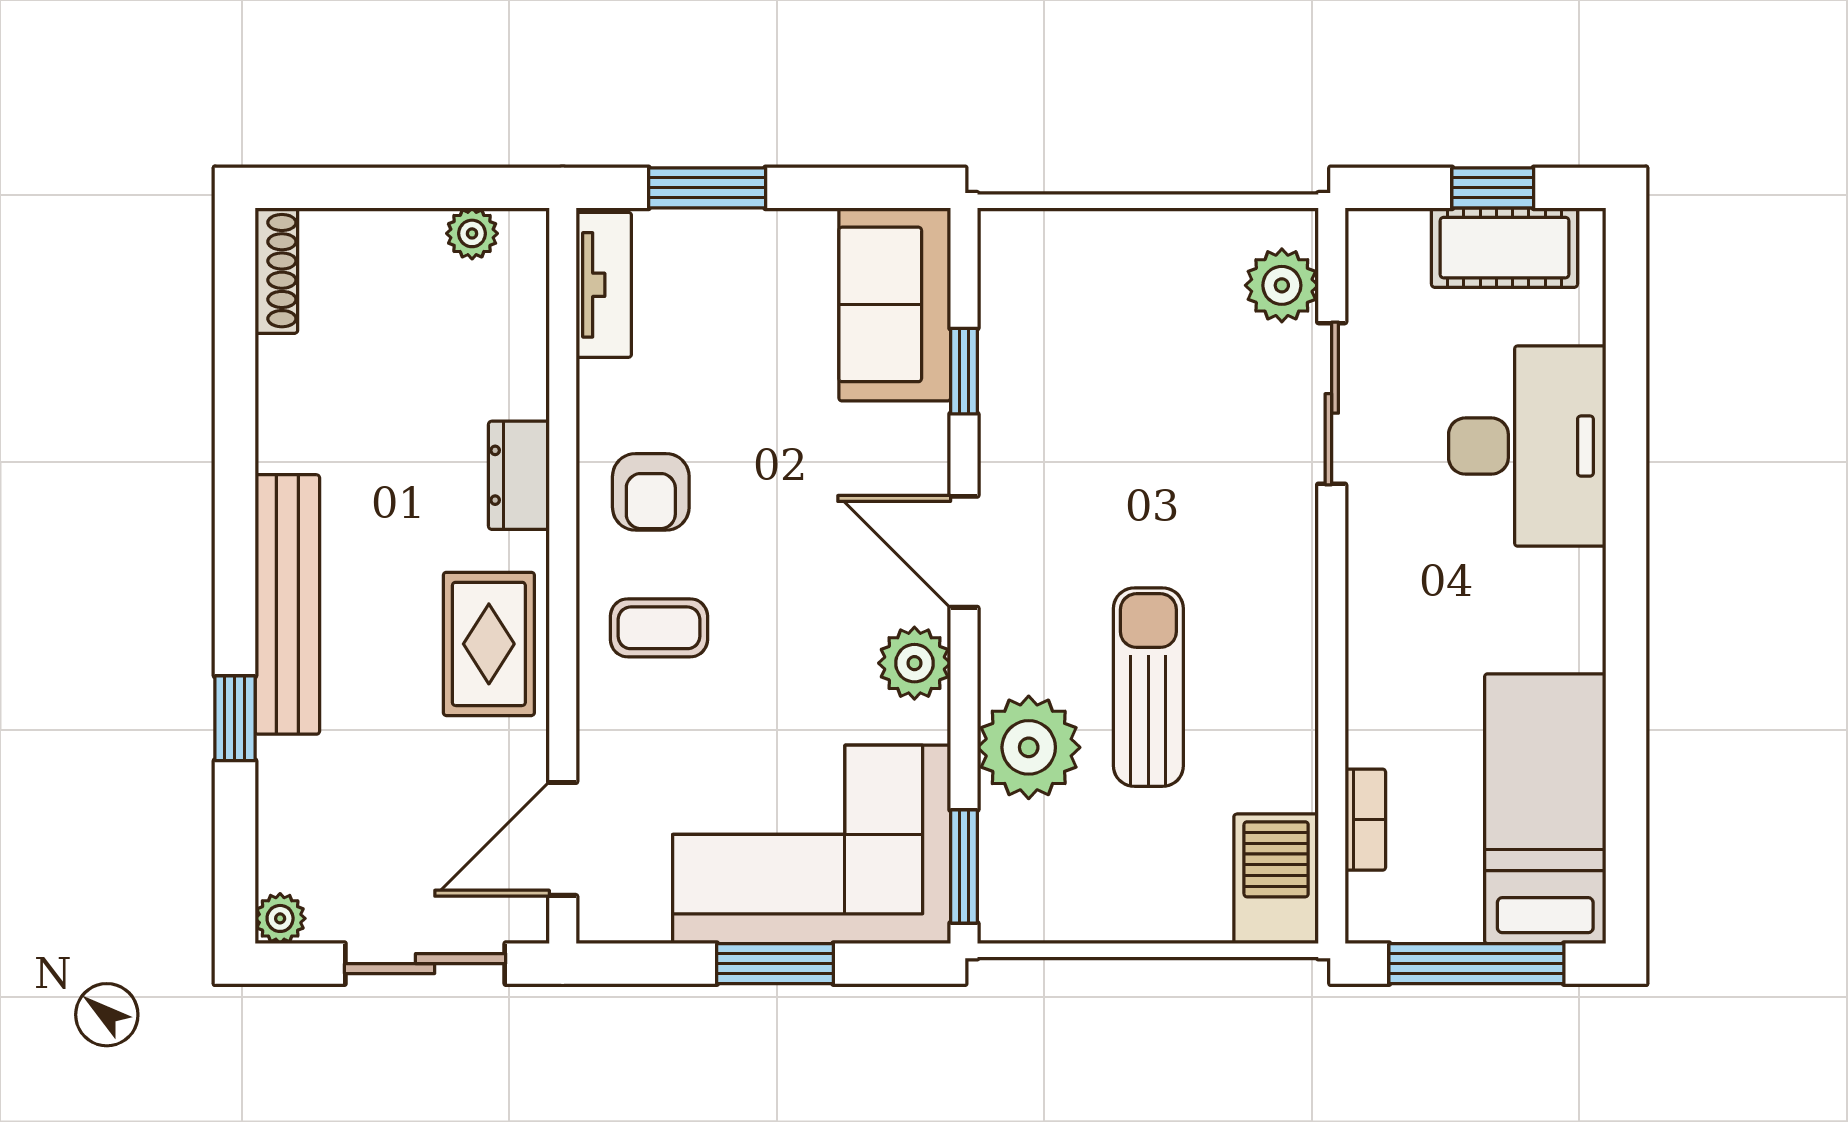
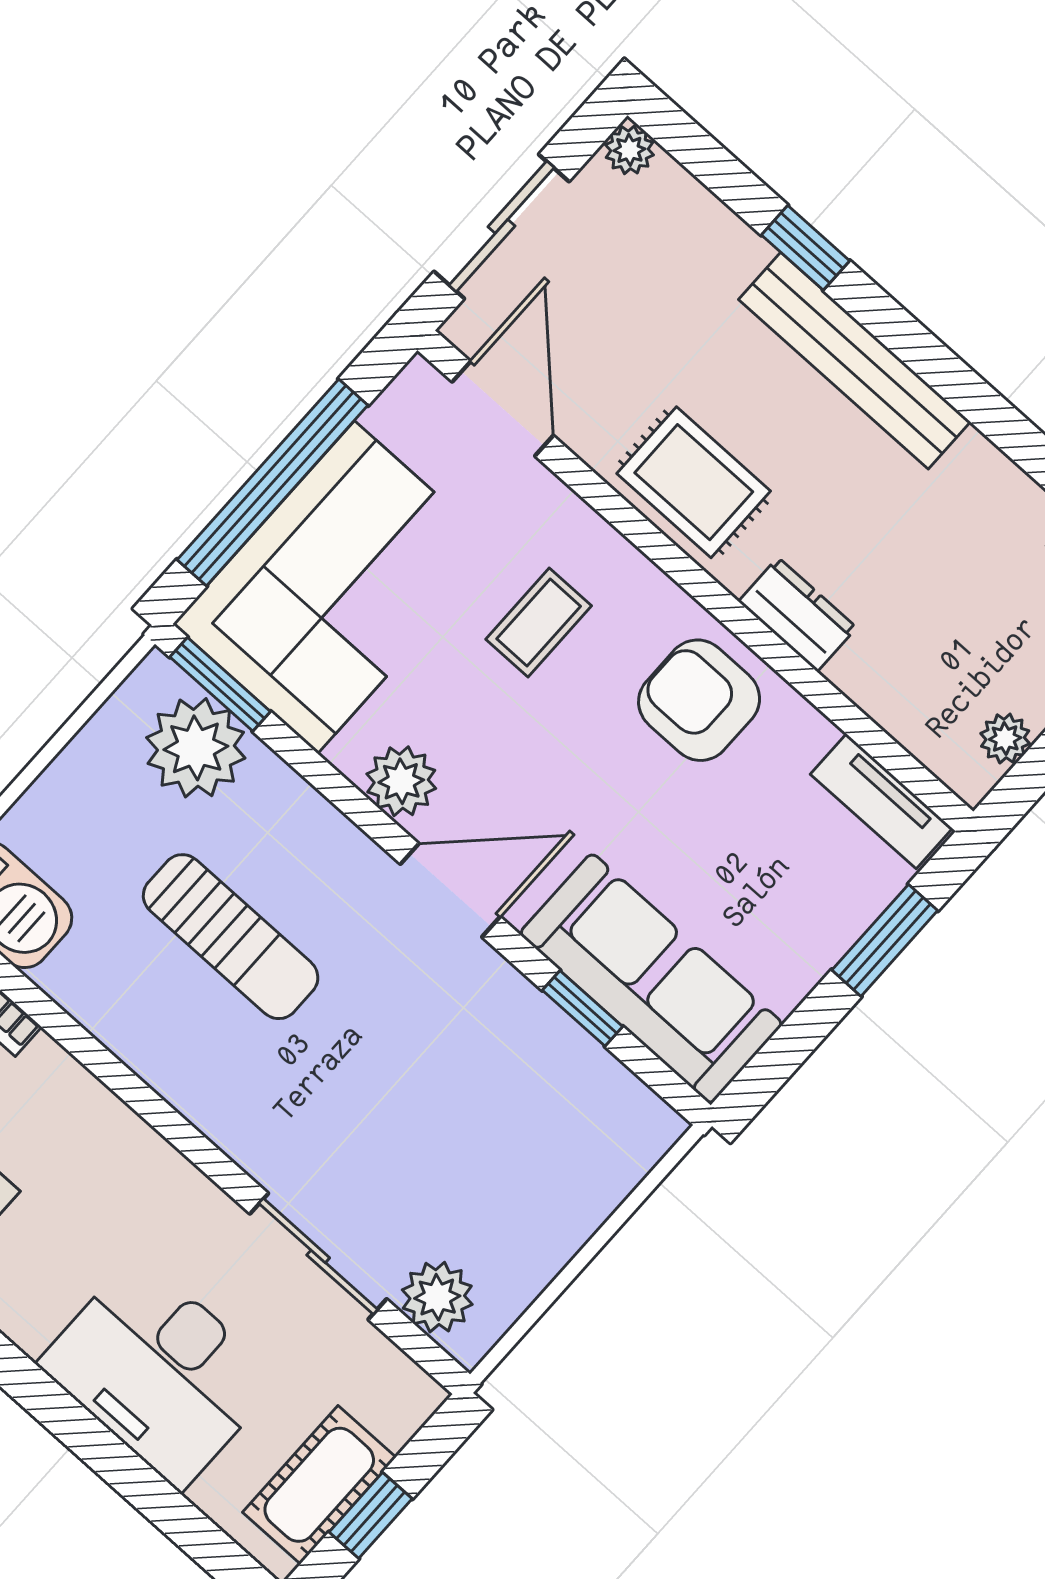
sofa: (895, 304) -> (651, 979), width x1.36
armchair: (651, 492) -> (699, 700), width x1.38, depth x1.38
coffee table: (659, 628) -> (539, 623), moved
plant: (1029, 747) -> (196, 748), moved
window: (775, 964) -> (273, 483), width x2.11

